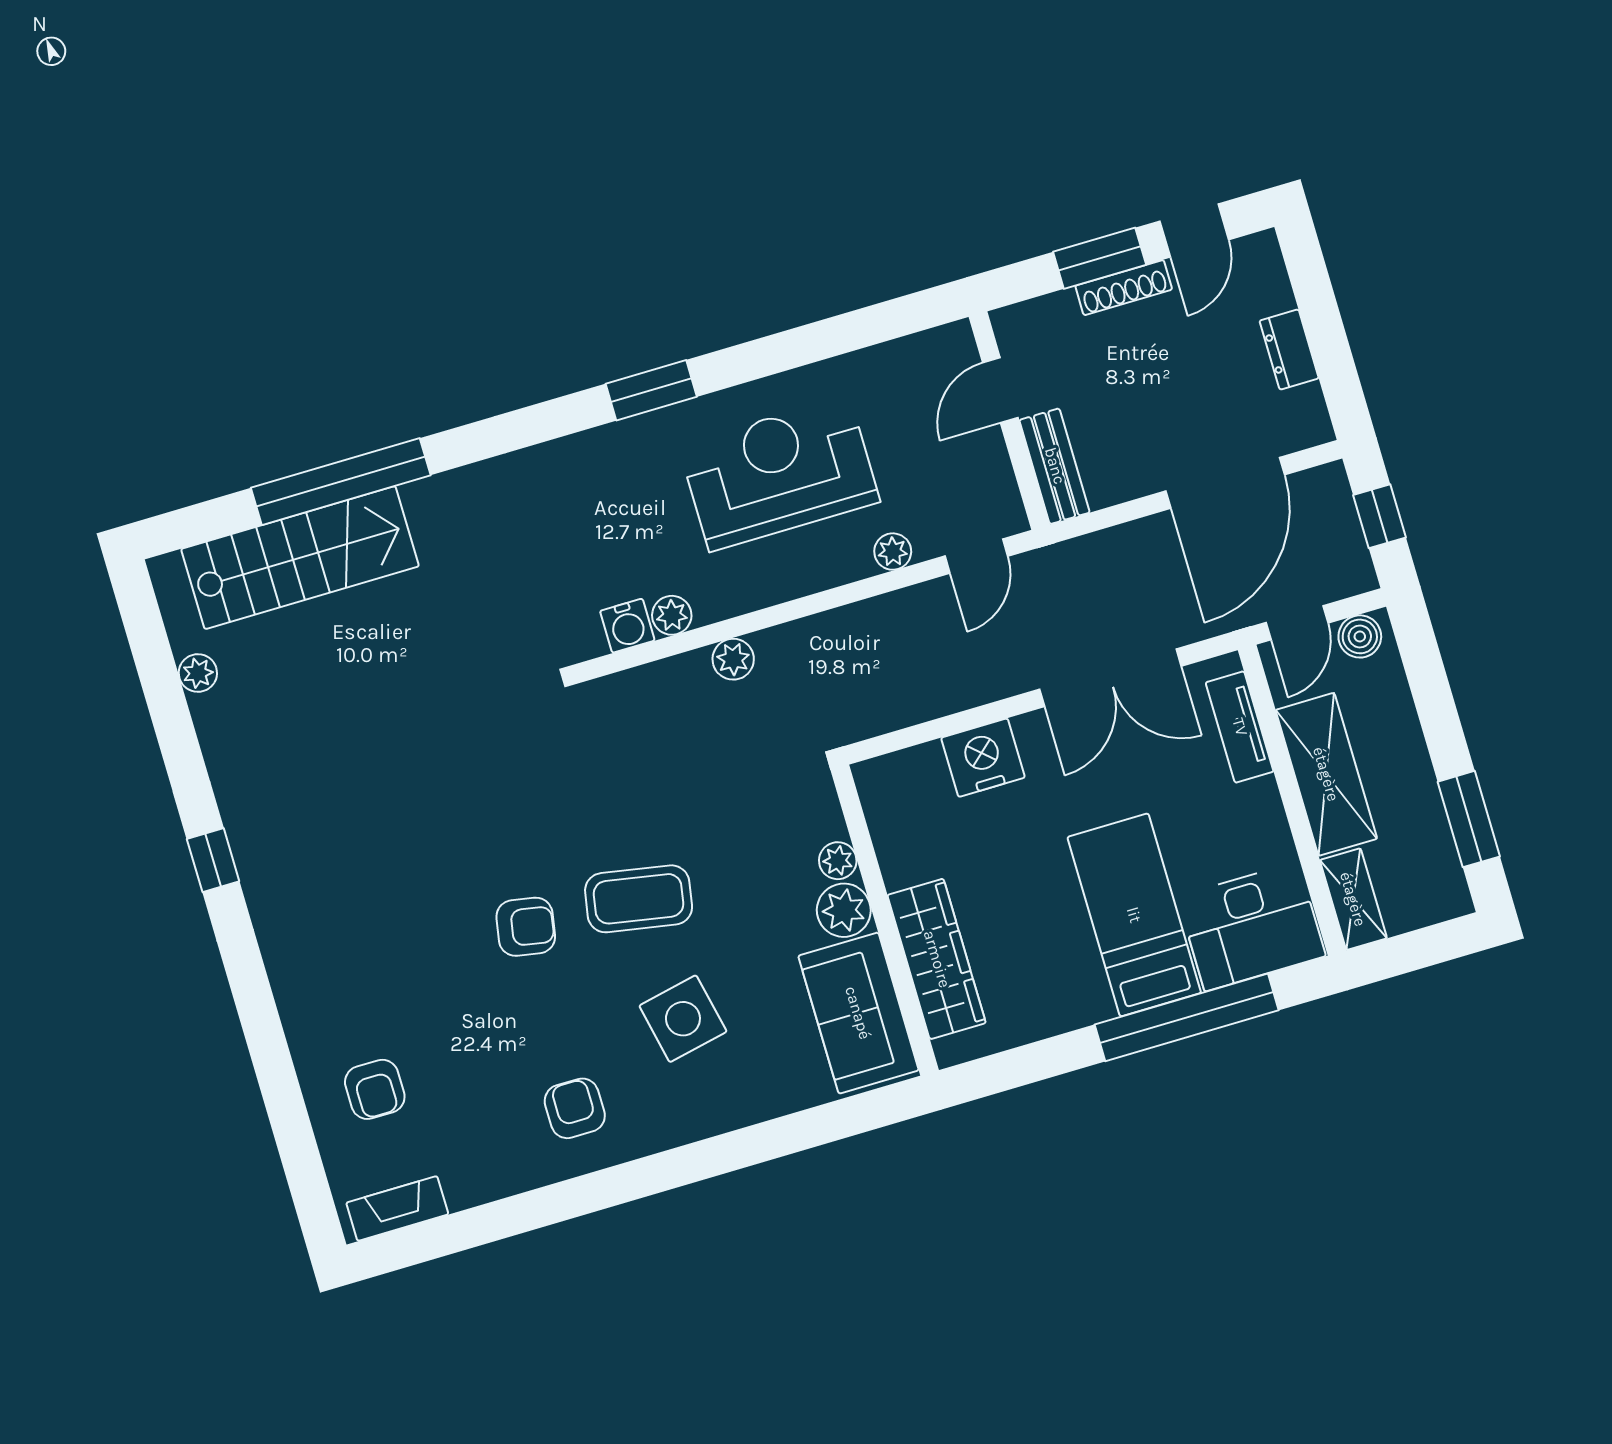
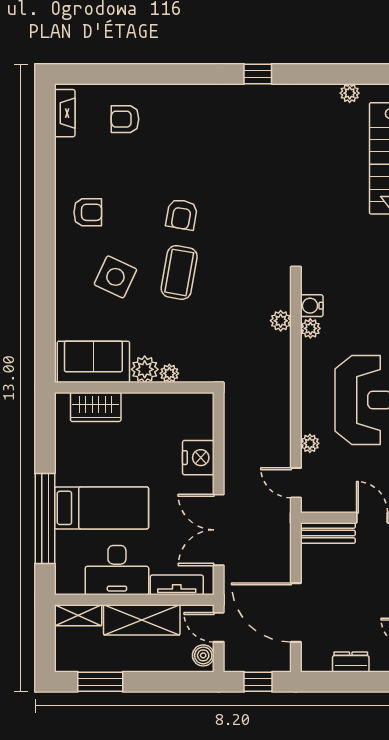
plant: (733, 659) -> (281, 321), moved
desk: (1251, 927) -> (117, 570), moved, turned -90
wardrobe: (937, 959) -> (96, 407), width x0.67
side table: (683, 1019) -> (115, 277), turned 37

